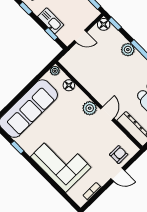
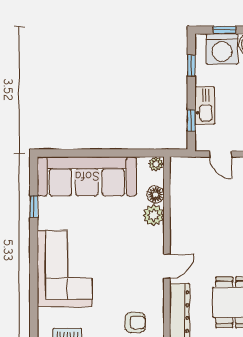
plant: (90, 108) -> (154, 215), moved

